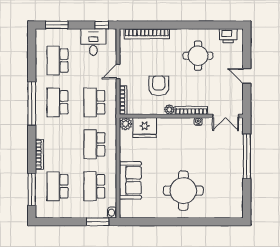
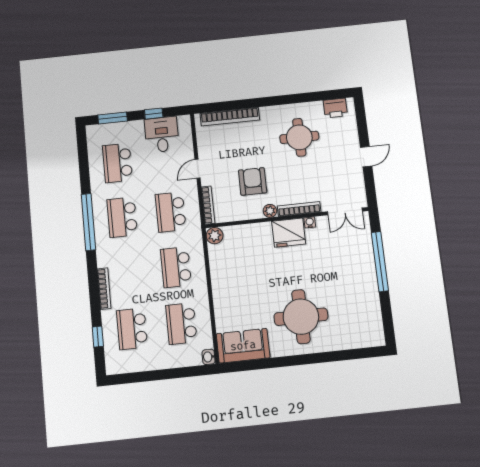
window: (102, 25) -> (154, 114), moved
door: (247, 76) -> (366, 157), swing flipped
fridge: (145, 127) -> (289, 233), moved
sofa: (130, 180) -> (243, 346), moved, turned -90
window: (32, 189) -> (98, 337), width x0.46
window: (98, 222) -> (190, 372), removed

